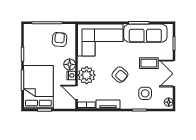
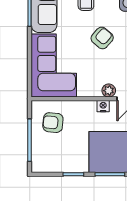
floor lamp: (70, 64) -> (88, 108), removed
plant: (87, 75) -> (109, 91), width x0.53, depth x0.53

